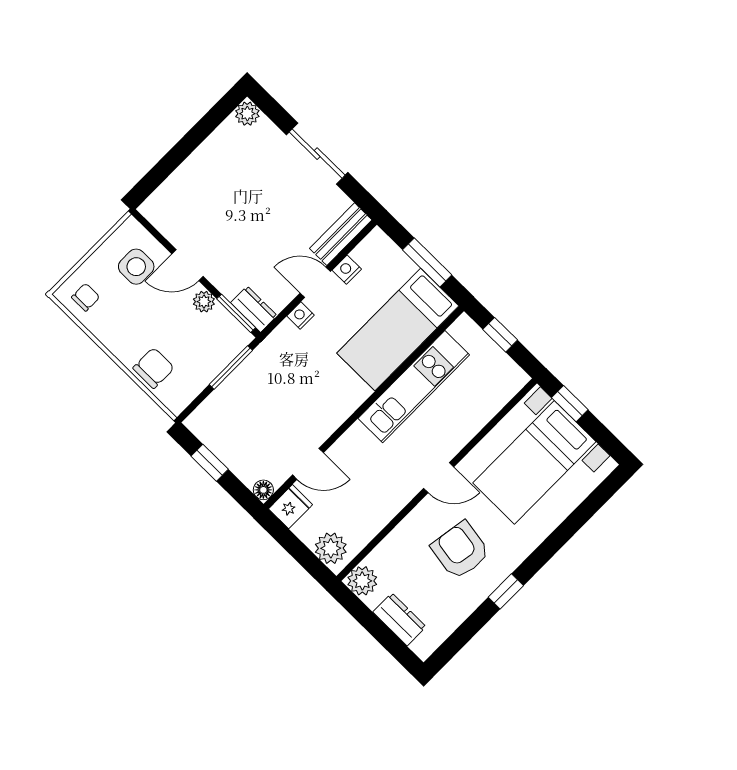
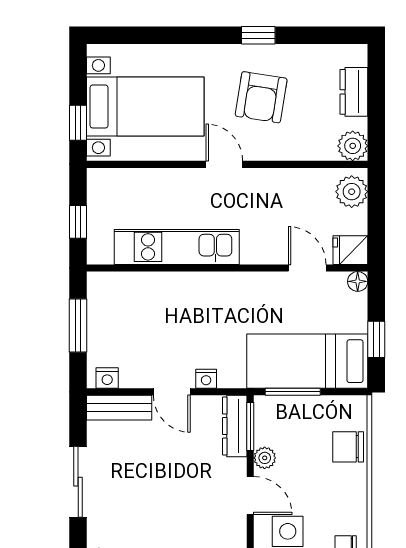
nightstand: (347, 270) -> (107, 378), moved
dresser: (254, 309) -> (235, 426), width x1.44
bed: (398, 330) -> (307, 361), moved, turned 180

